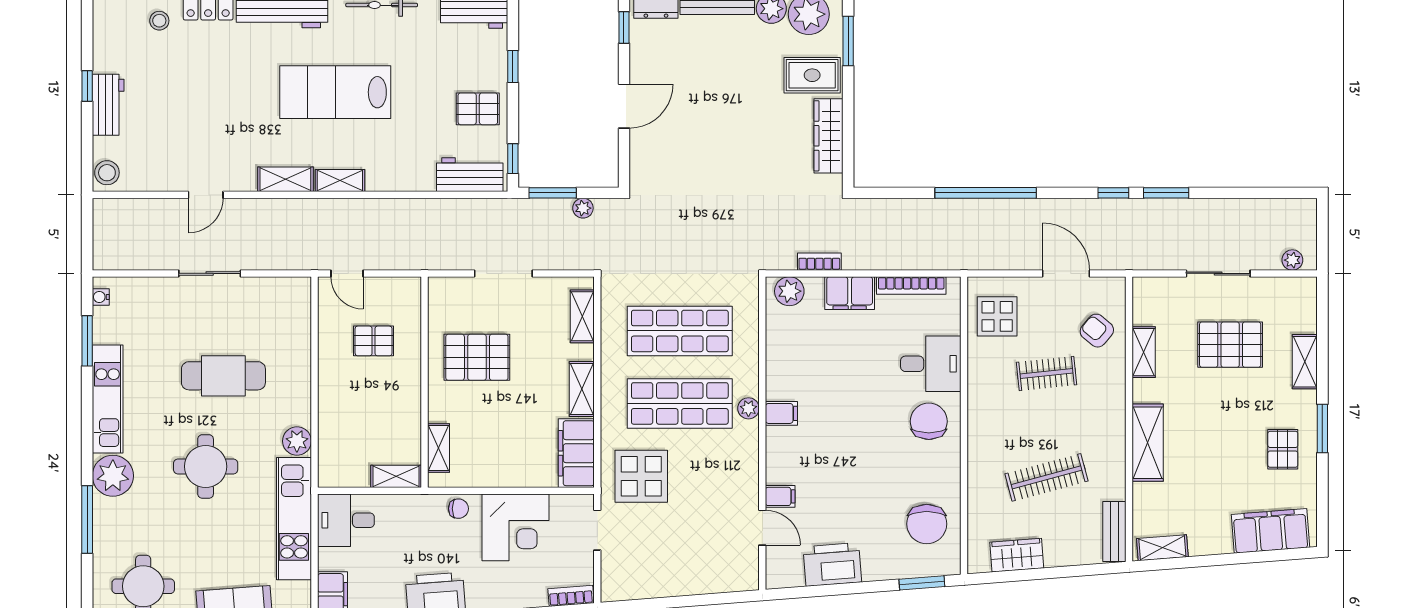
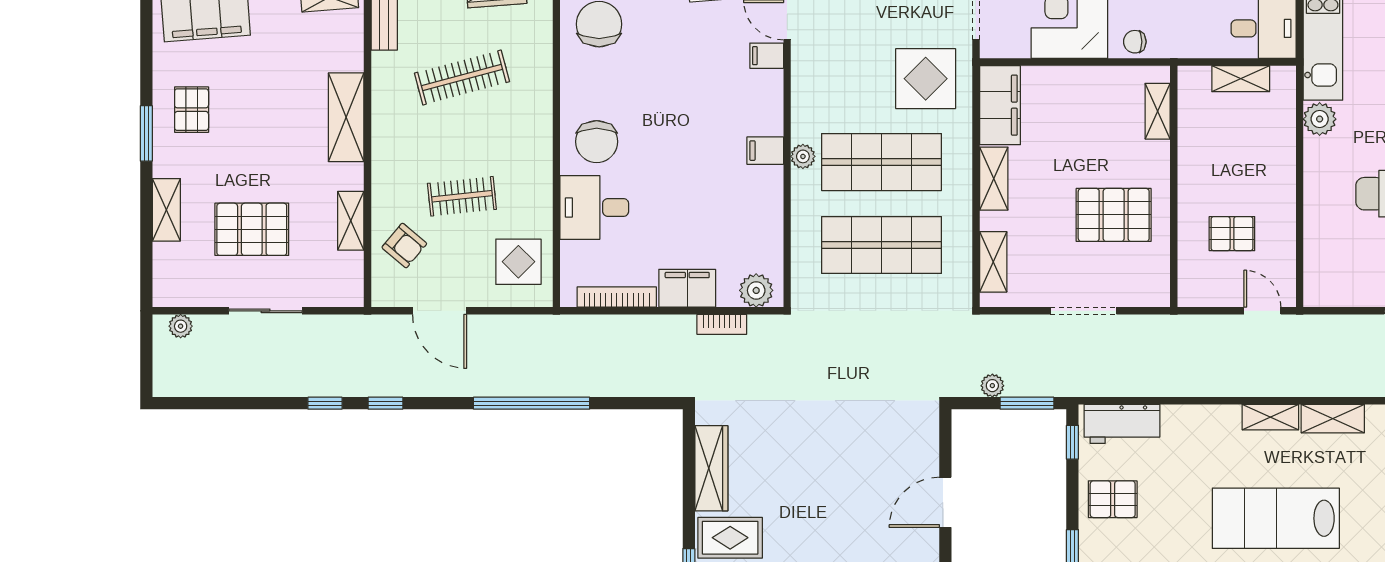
lab bench: (335, 92) -> (1276, 518), turned 180
window: (1166, 193) -> (325, 403), width x0.67
shelving: (396, 476) -> (1241, 79), moved

